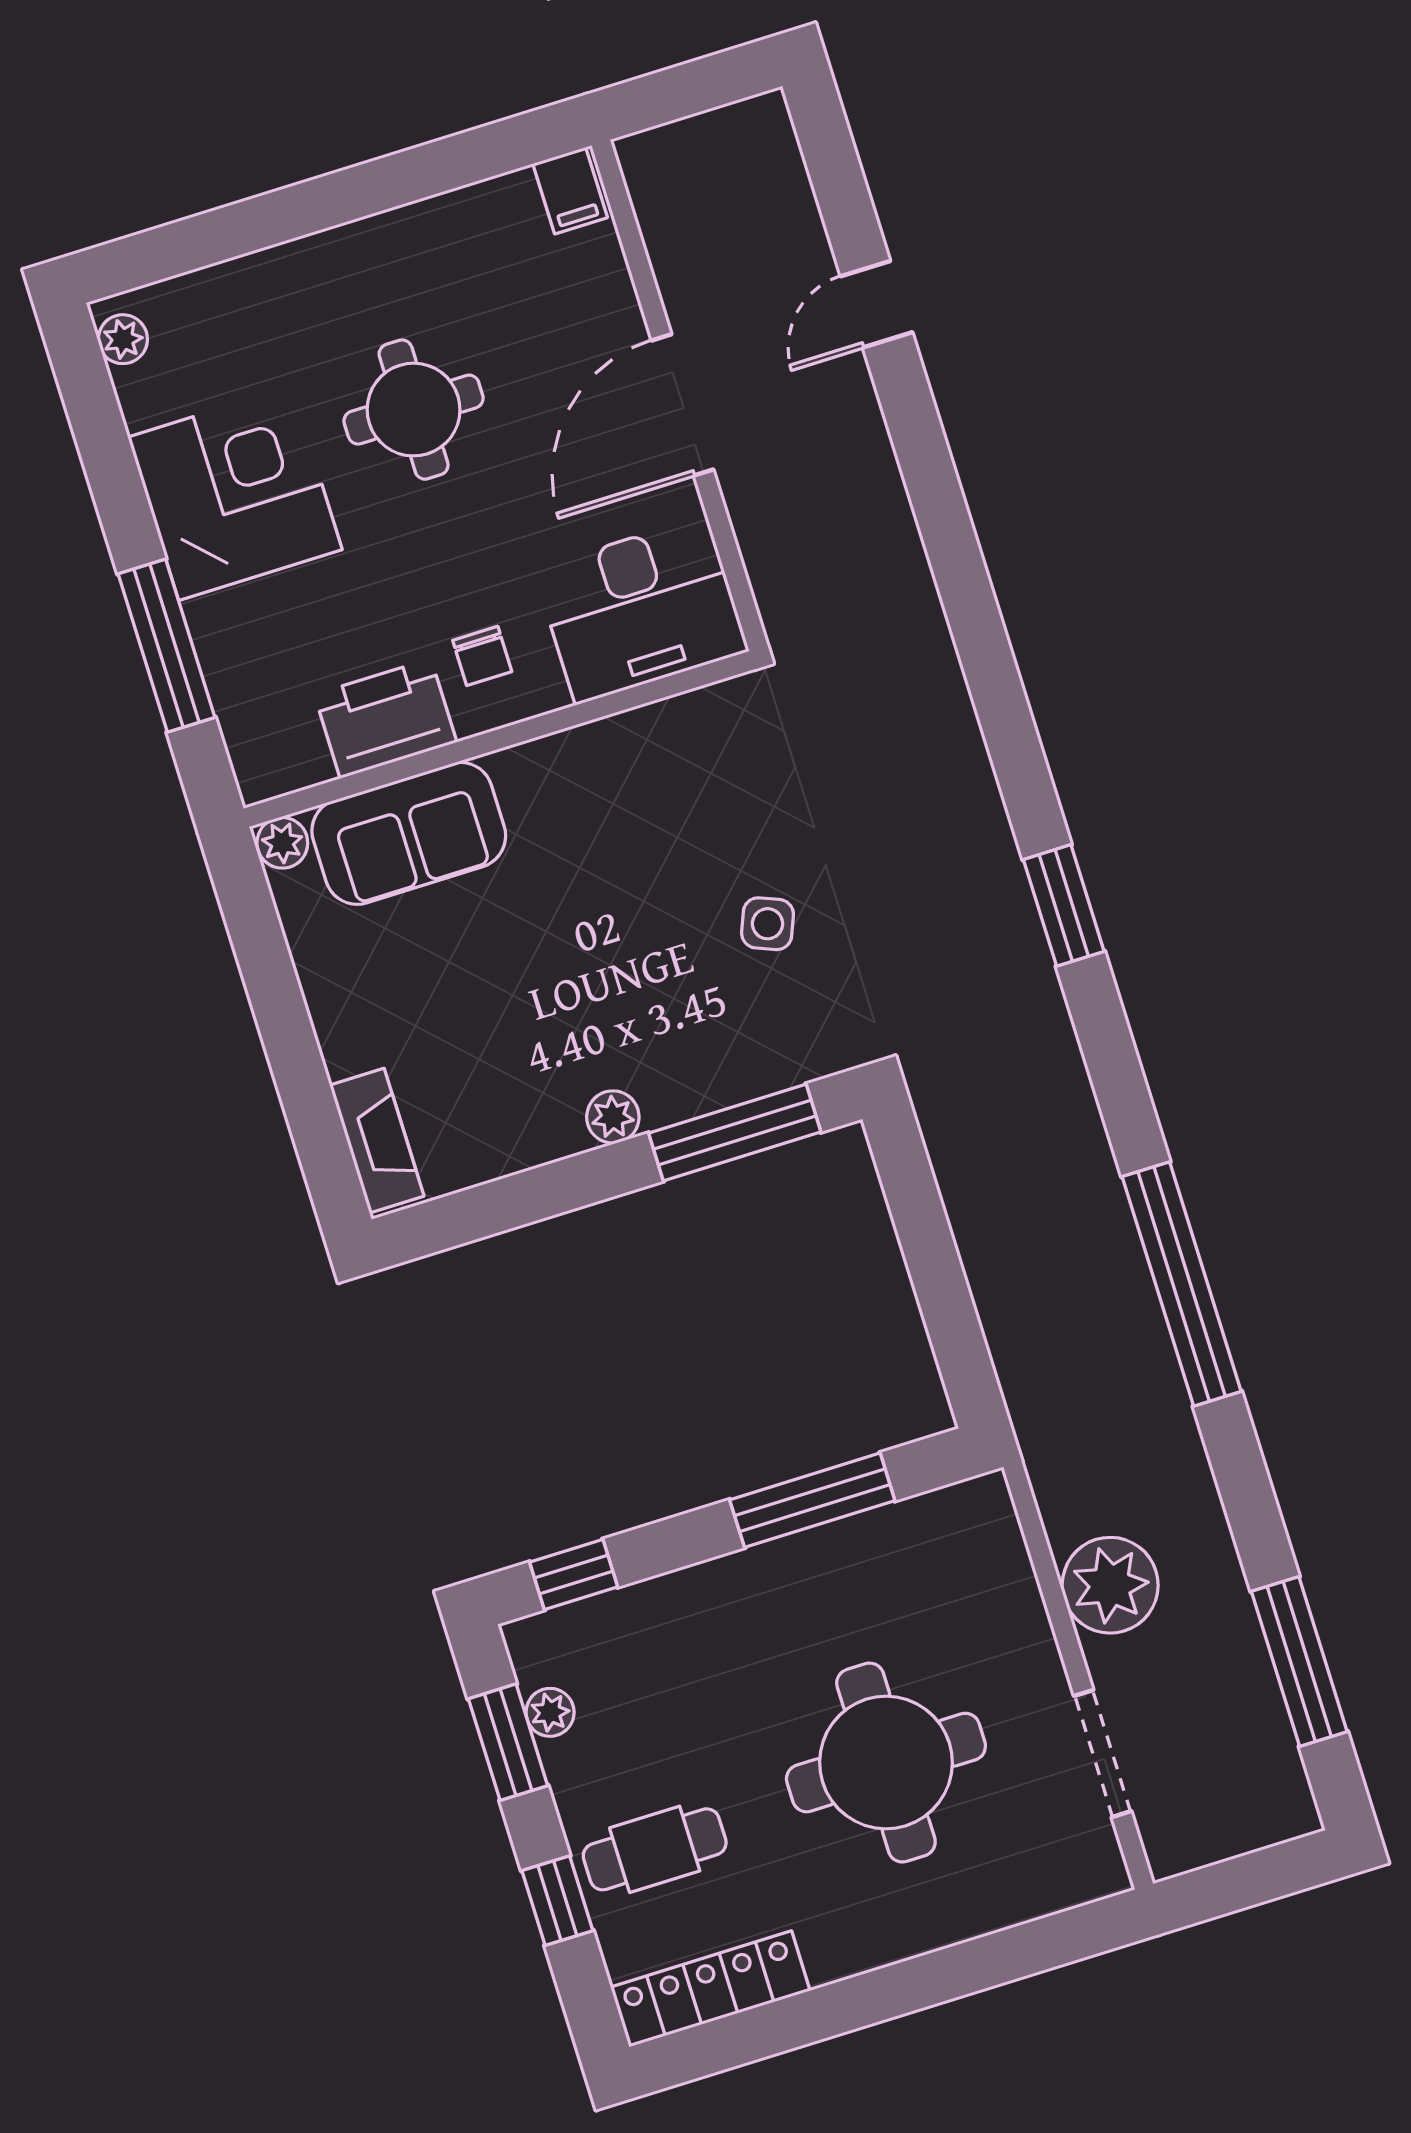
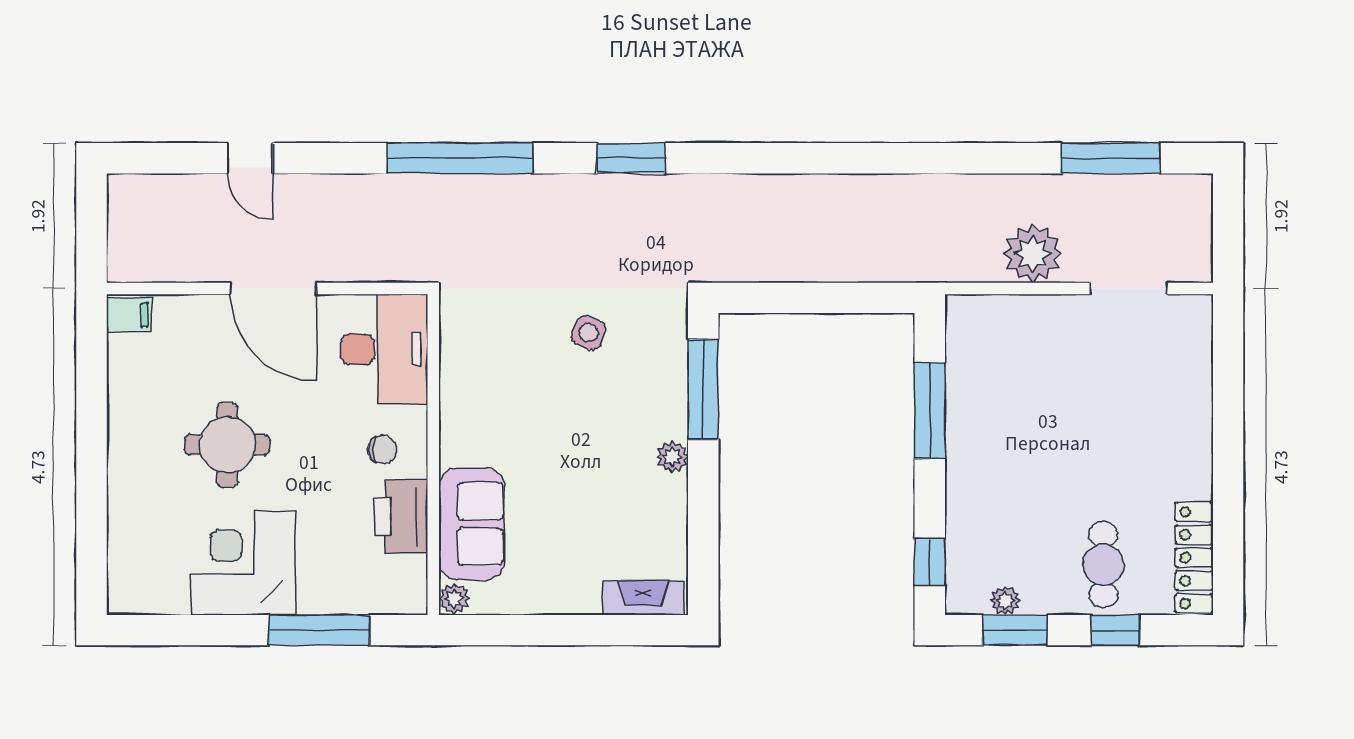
plant: (123, 339) -> (134, 600), removed
window: (1182, 1284) -> (460, 158), moved
round table: (886, 1763) -> (1095, 415), removed

